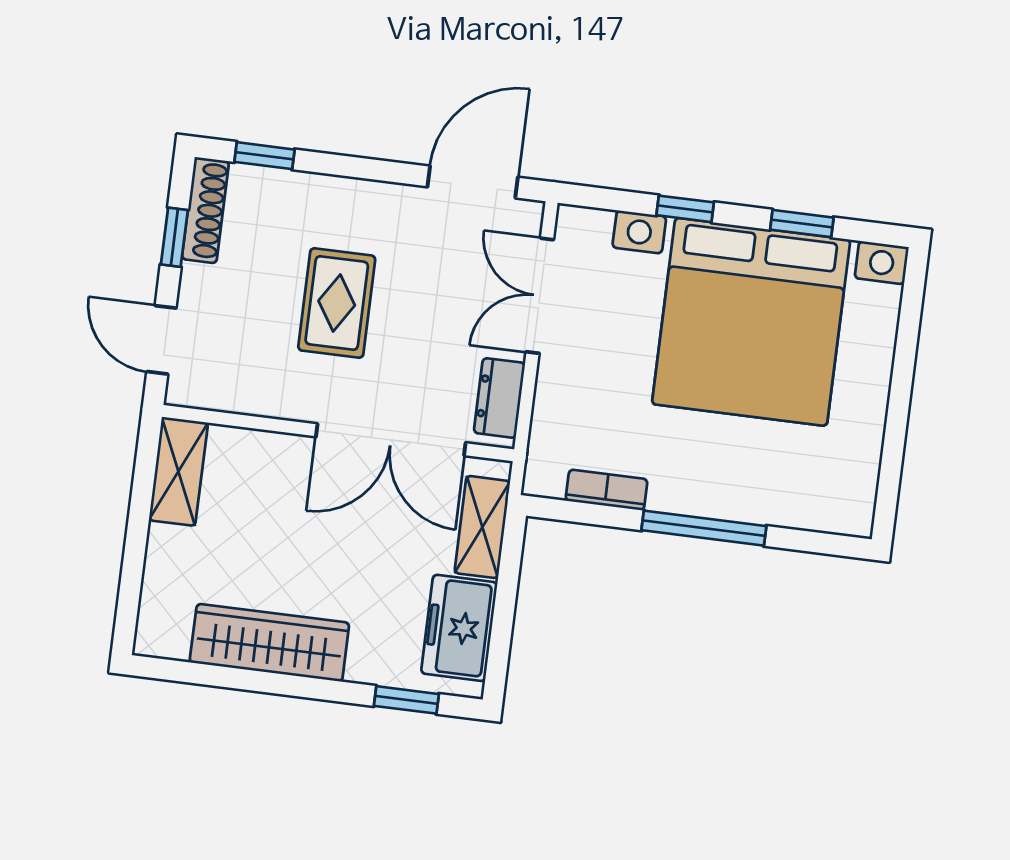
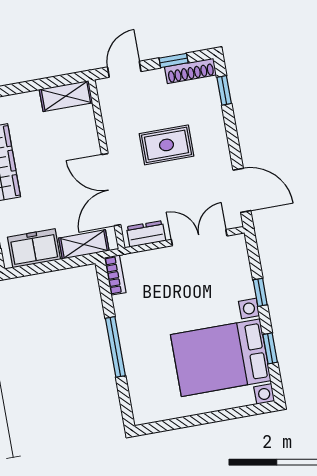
bed with nightstands: (751, 322) -> (221, 358), width x0.73
bookcase: (607, 490) -> (115, 275), moved

